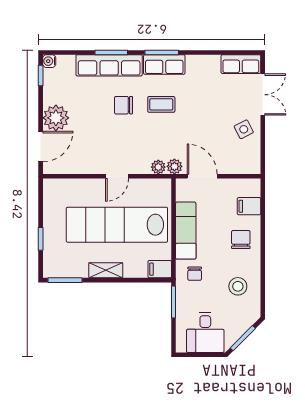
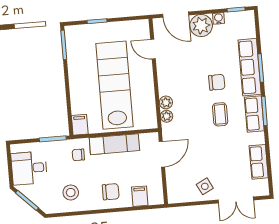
water cooler: (49, 61) -> (219, 18), moved
row of seats: (241, 64) -> (259, 162), moved
chair: (124, 105) -> (217, 82), turned 90
plant: (174, 166) -> (166, 102), moved
door: (117, 176) -> (153, 49), moved
shelving: (106, 270) -> (75, 79), removed

